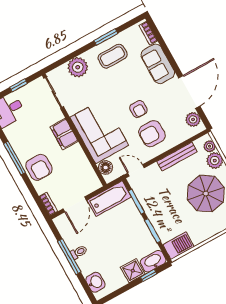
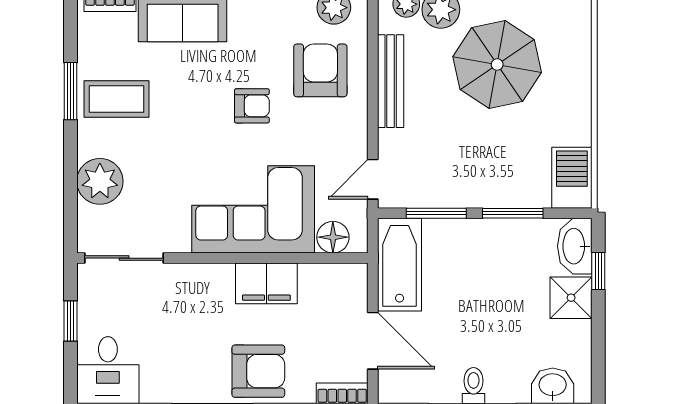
coffee table: (113, 56) -> (117, 99), turned 90
filing cabinet: (64, 134) -> (266, 283), moved
armchair: (152, 134) -> (320, 70), moved, turned 180

